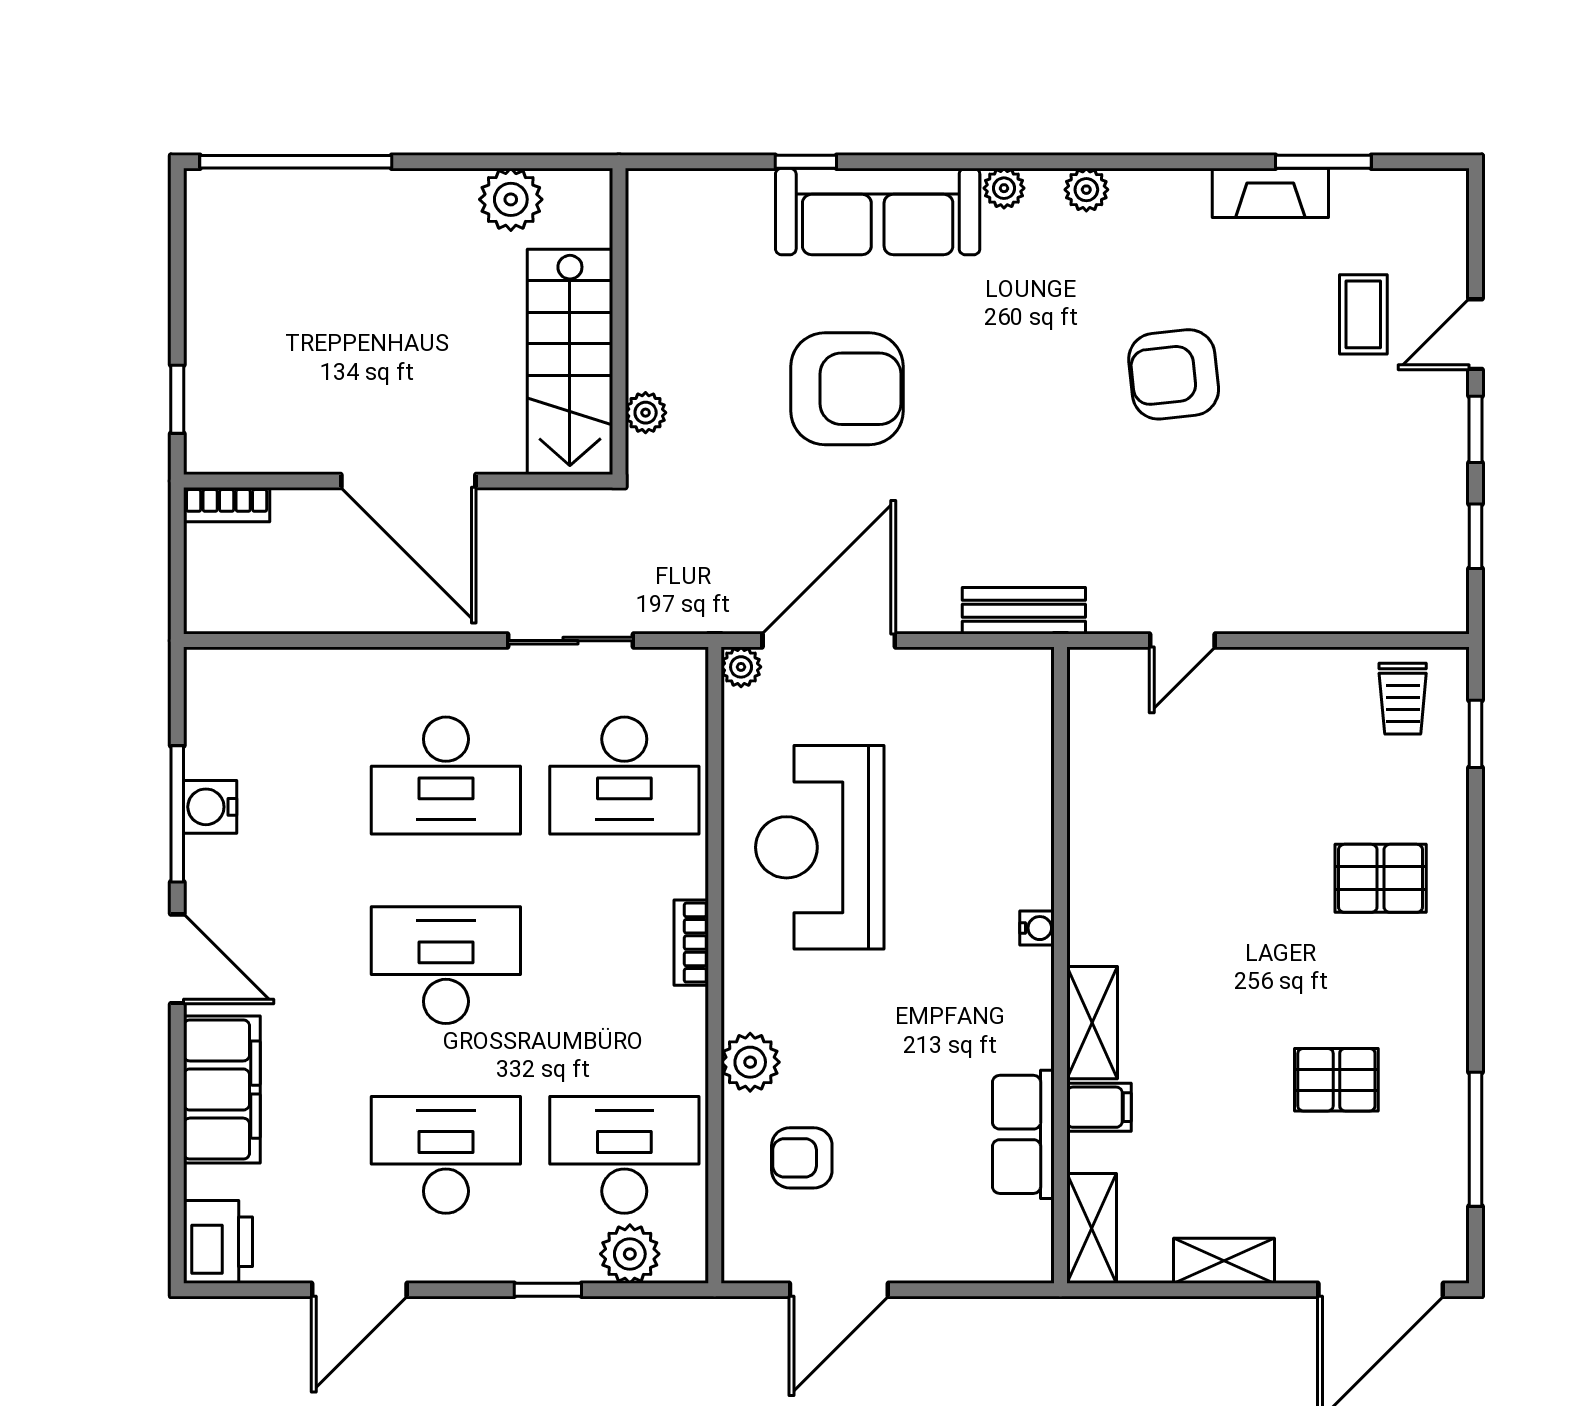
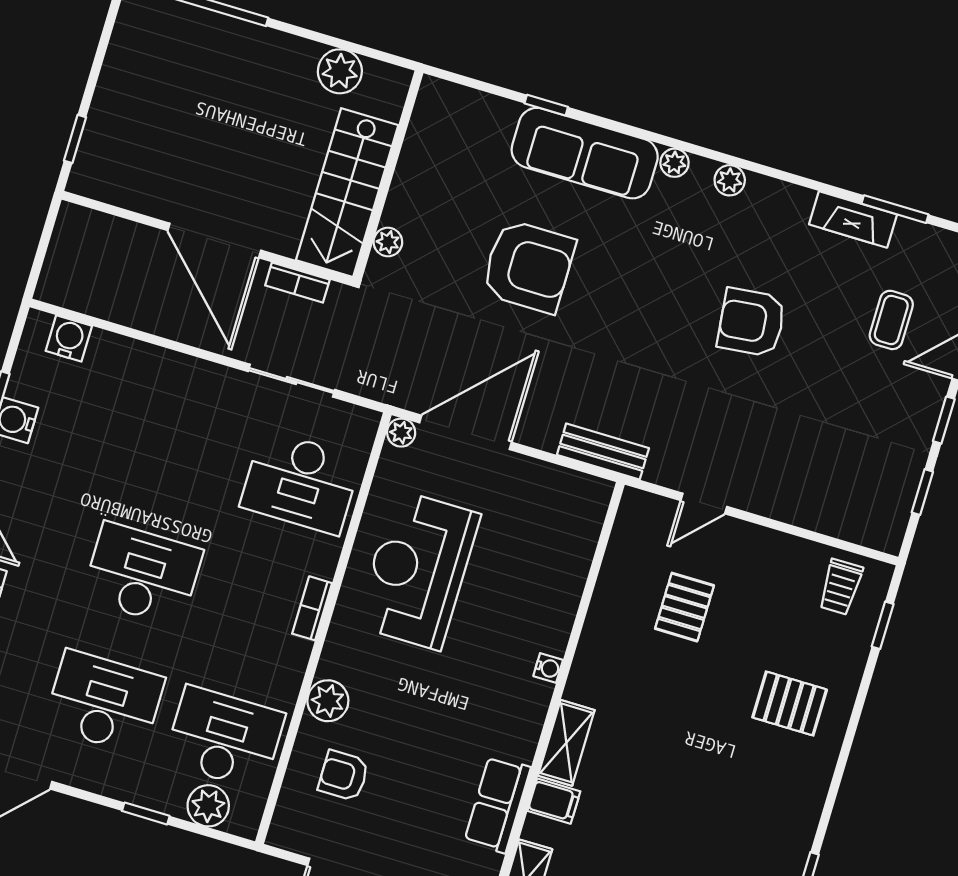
bookcase: (227, 505) -> (297, 283), moved
water cooler: (250, 674) -> (69, 338), added
desk: (446, 775) -> (180, 446), removed
pallet: (1336, 1080) -> (685, 607), moved, turned 90

